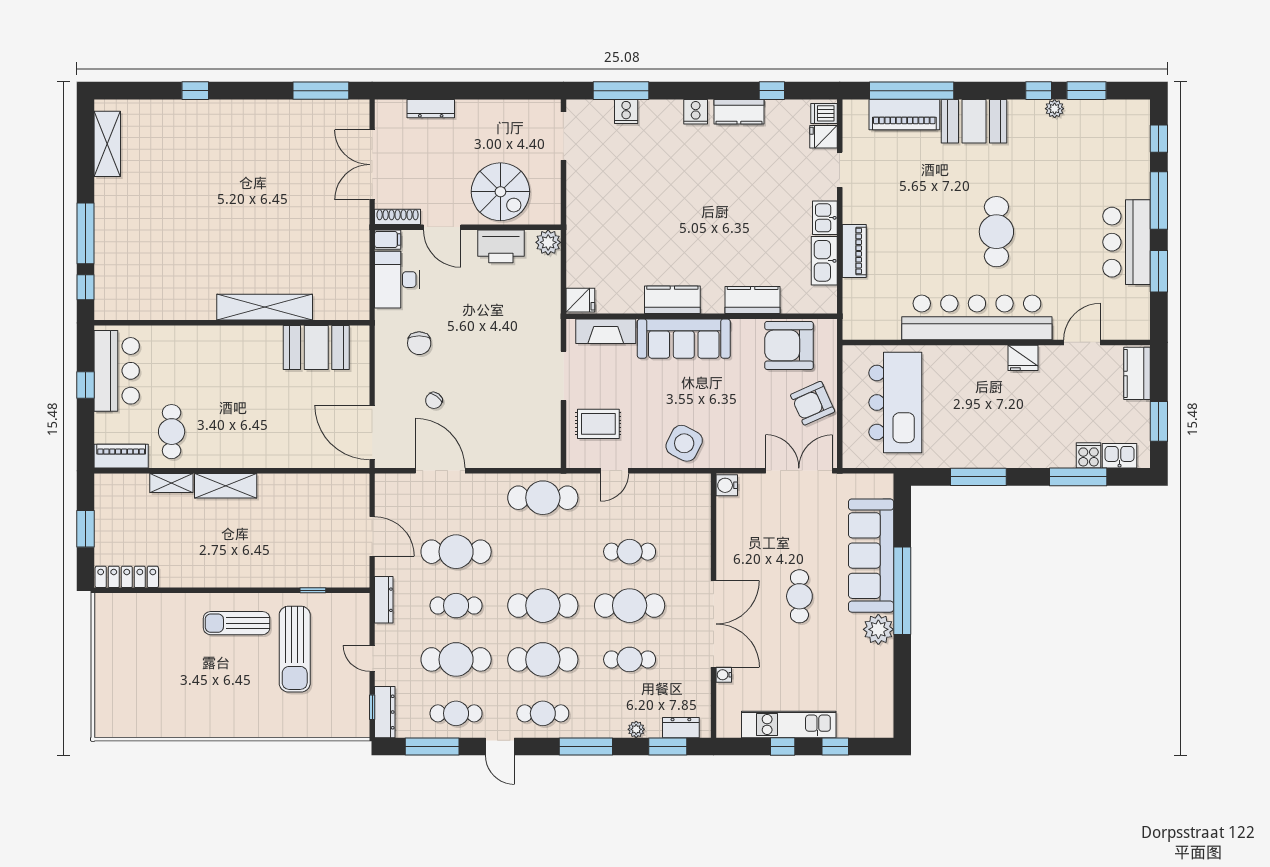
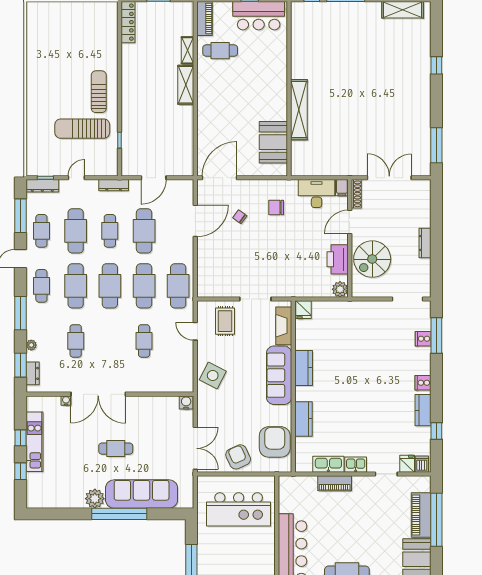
dresser: (431, 109) -> (425, 243), moved
cafe table: (630, 606) -> (144, 286), moved

